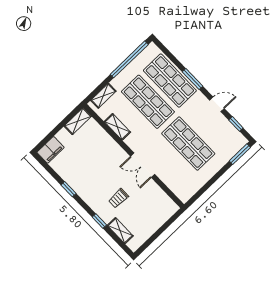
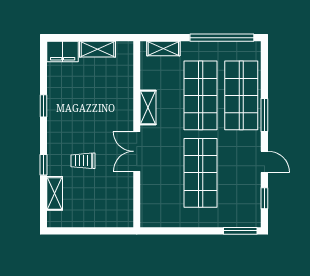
shelving: (78, 121) -> (98, 49), moved
shelving: (117, 127) -> (148, 108), moved

